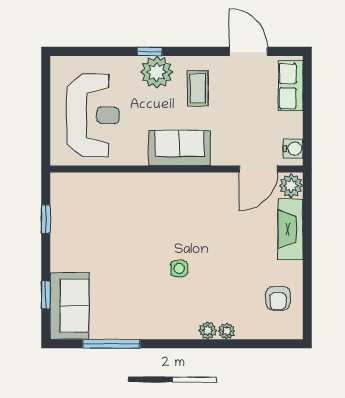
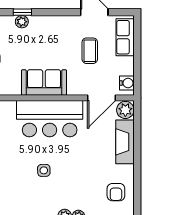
plant: (157, 72) -> (22, 22), width x0.53, depth x0.53
coffee table: (198, 88) -> (90, 51), moved
bar counter: (187, 197) -> (50, 119), added

